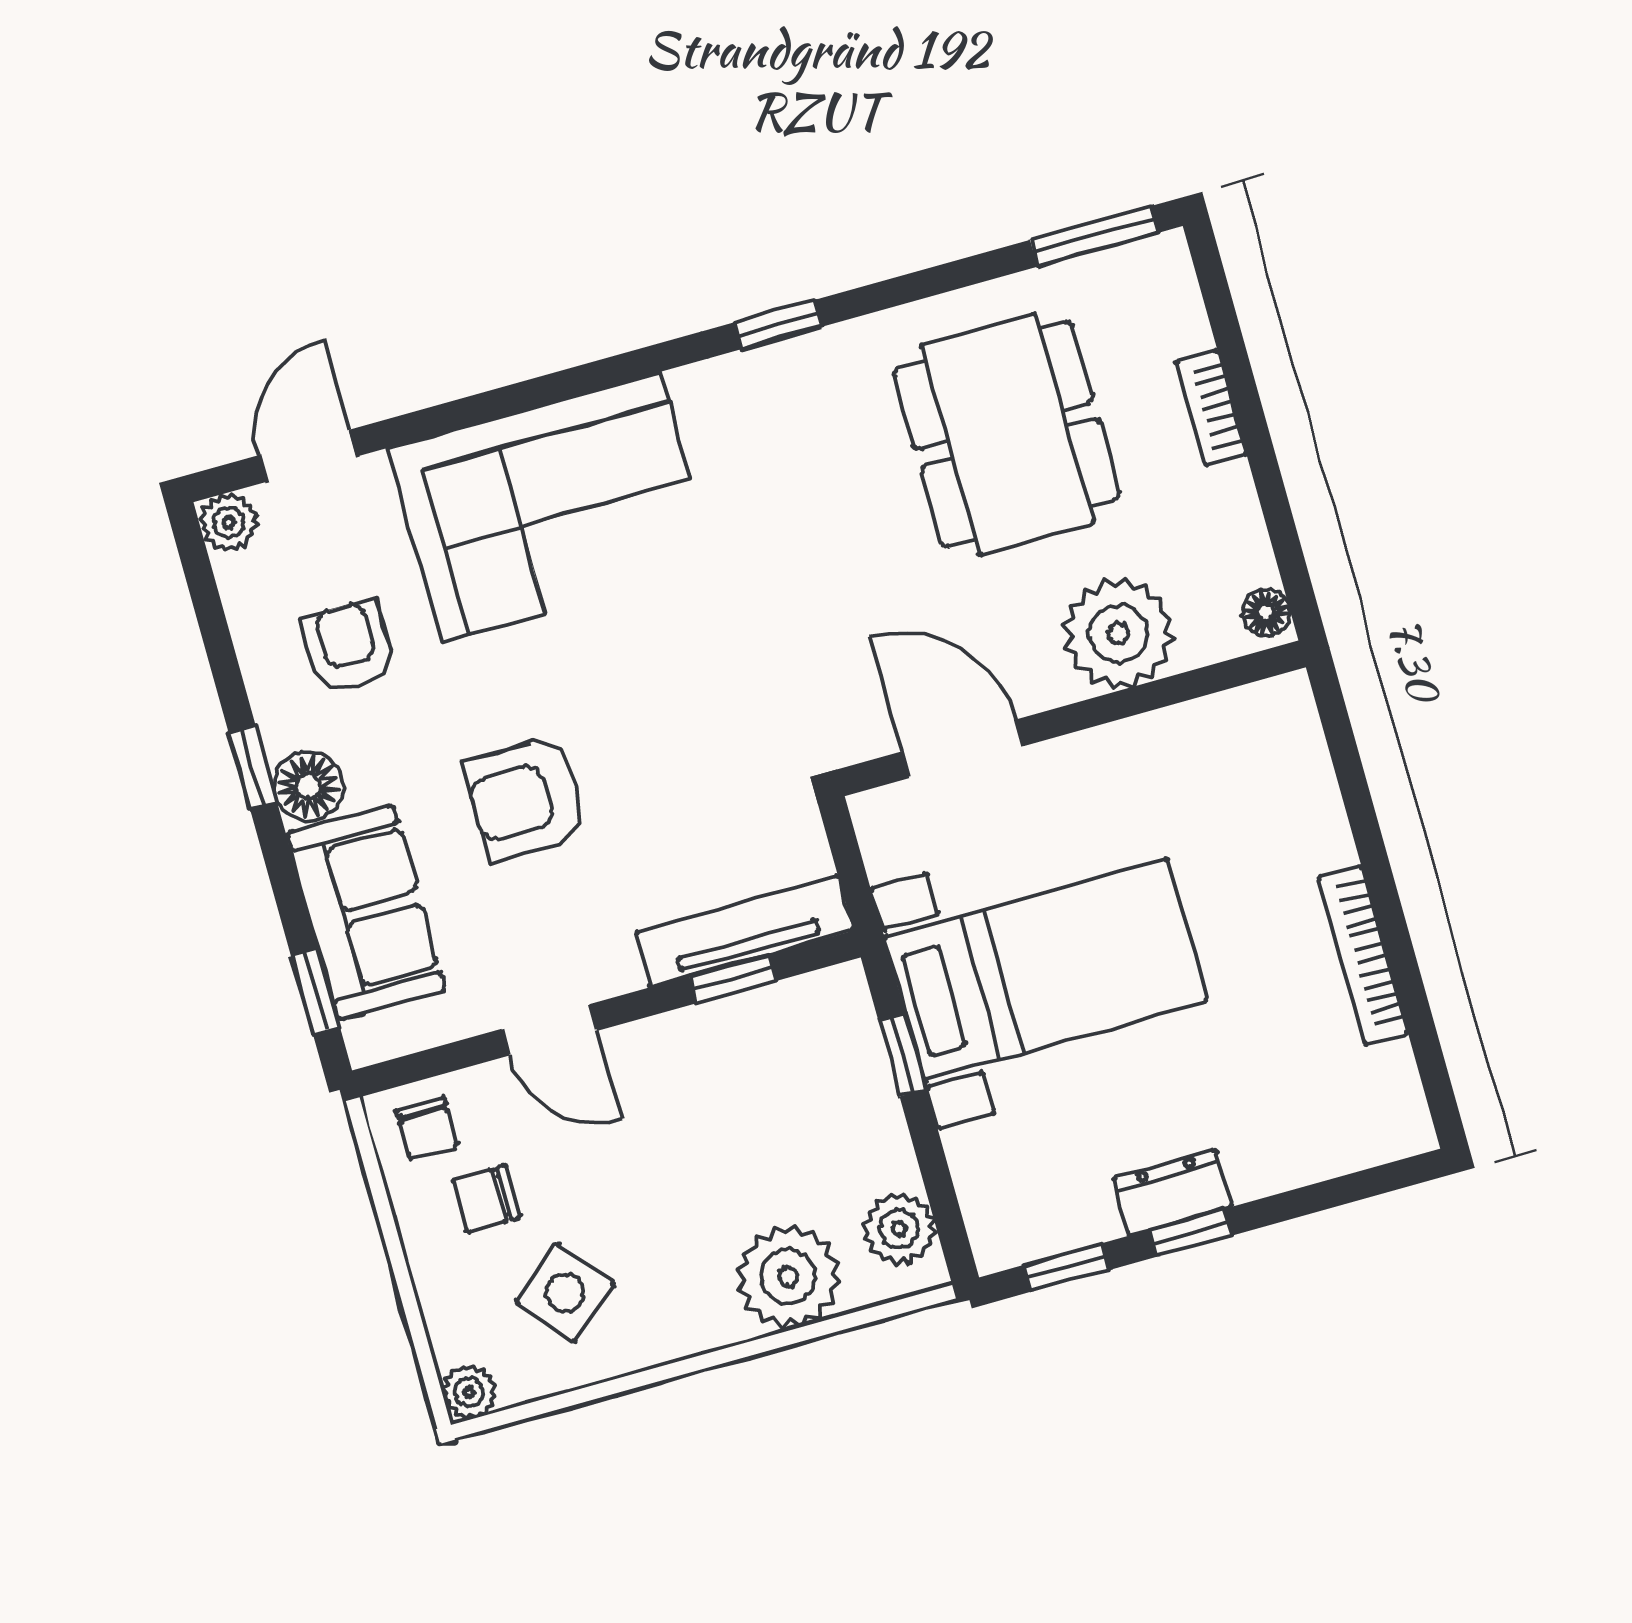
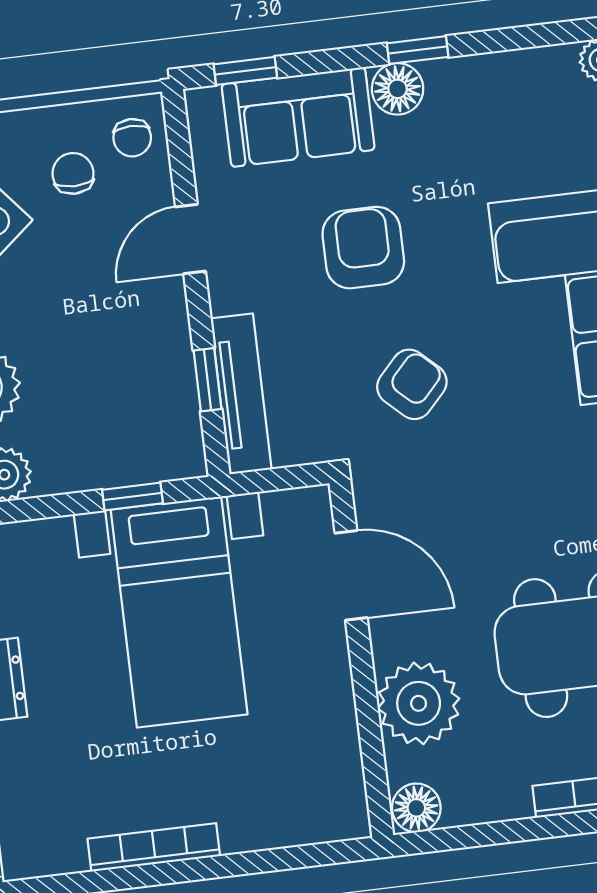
floor lamp: (1266, 613) -> (416, 808), width x1.37, depth x1.37
armchair: (348, 647) -> (412, 384), moved, turned -47
door: (963, 749) -> (351, 575), hinge flipped
chair: (427, 1128) -> (132, 138), turned -90

